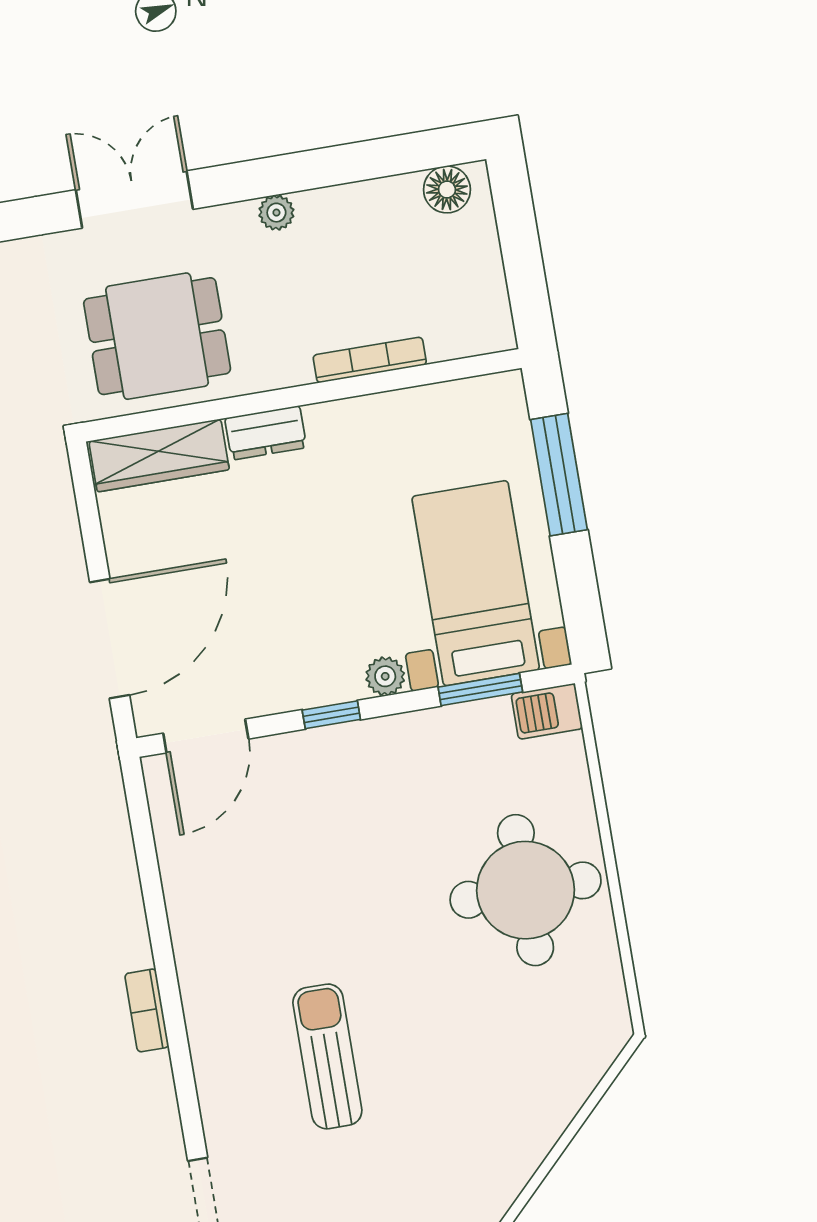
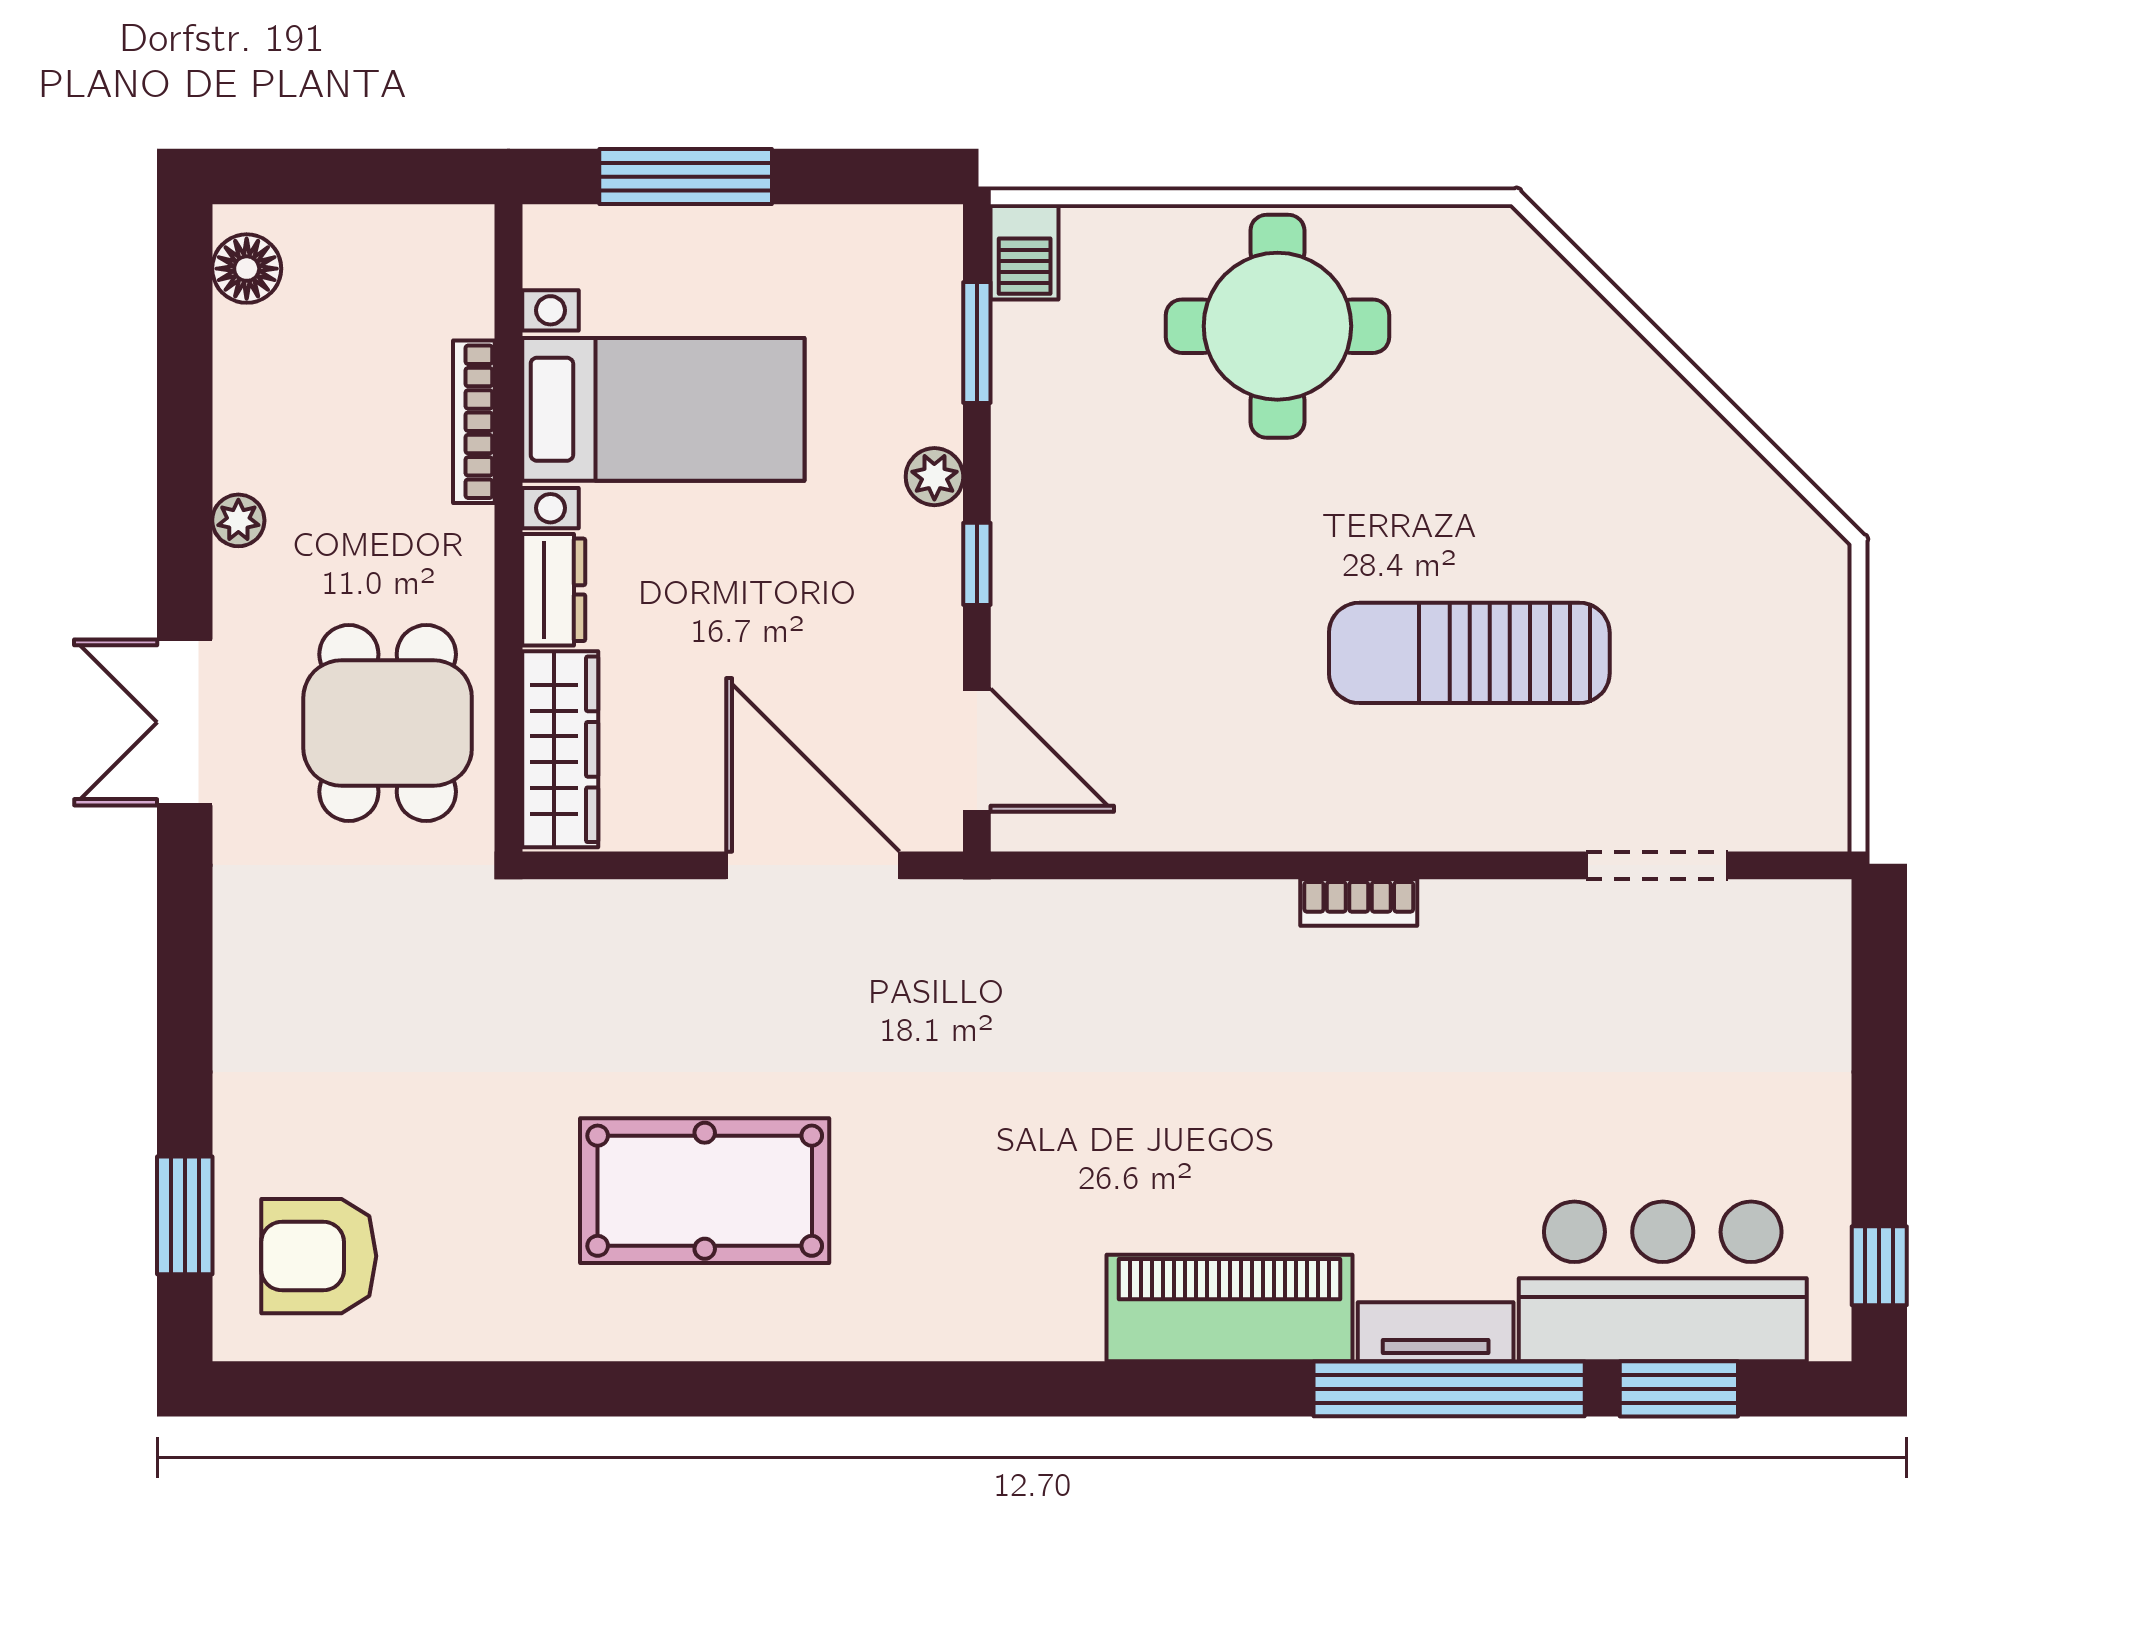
bed with nightstands: (476, 583) -> (663, 409), moved, turned 180
sun lounger: (327, 1056) -> (1469, 653), width x1.36, depth x1.34

